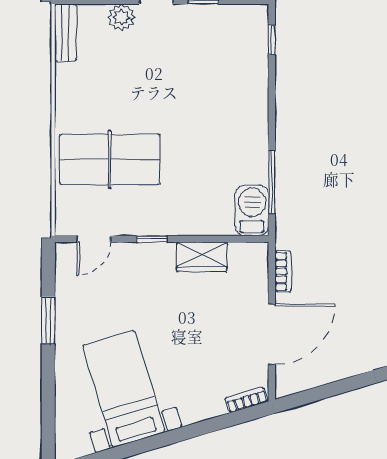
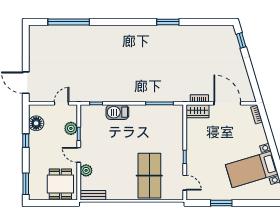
barbecue: (252, 210) -> (117, 112), moved
wardrobe: (202, 257) -> (197, 111), moved, turned 90

